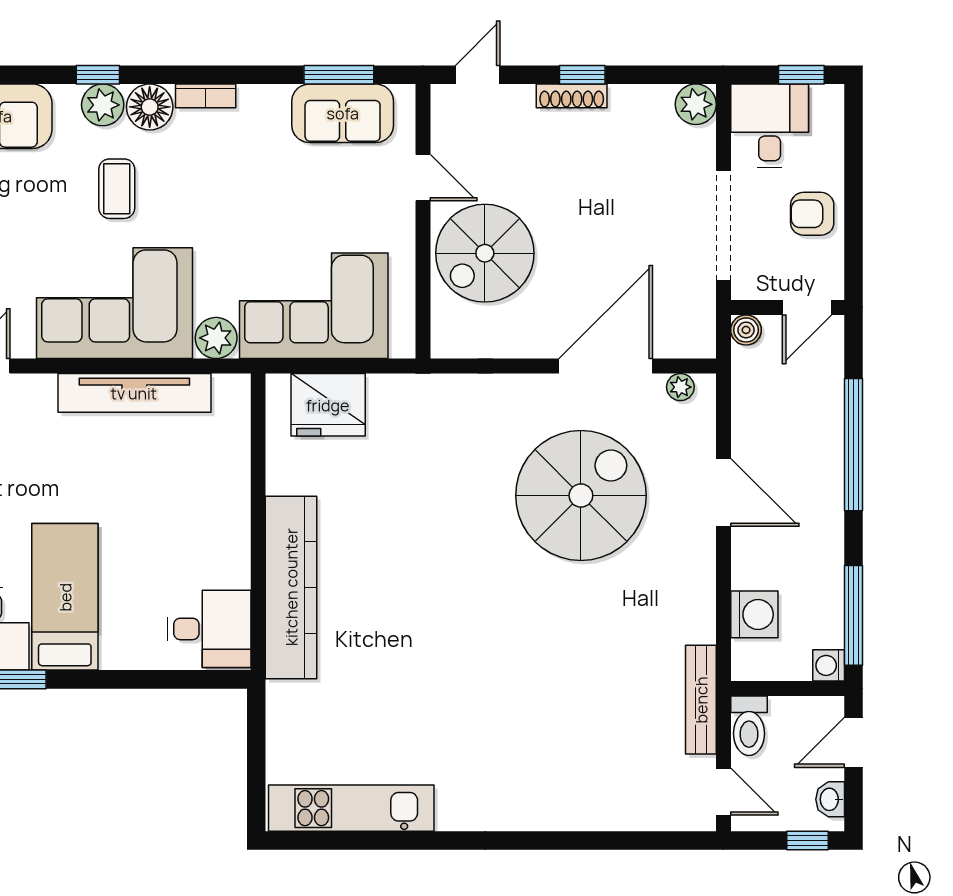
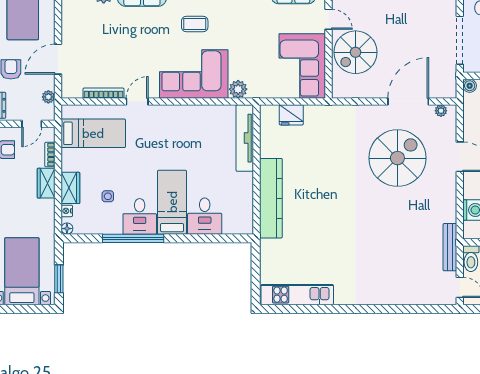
coffee table: (117, 189) -> (195, 24), turned 90
corner sofa: (314, 306) -> (302, 66), moved, turned -90
tv unit: (134, 393) -> (245, 138), moved, turned 90
fridge: (328, 405) -> (291, 115), width x0.73, depth x0.75
desk: (209, 629) -> (205, 216), moved, turned 90

